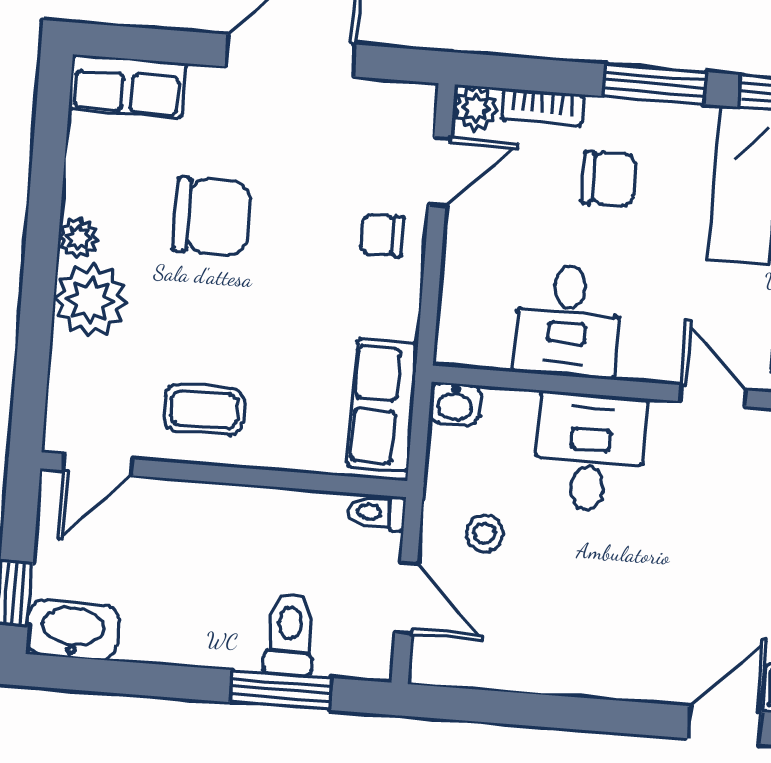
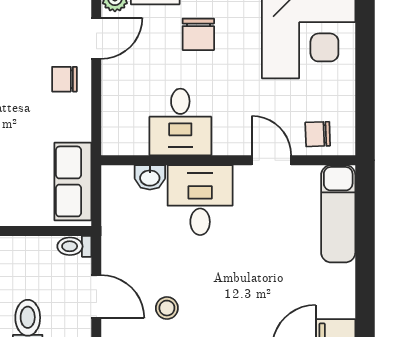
chair: (609, 179) -> (198, 34), turned 90
washbasin: (455, 404) -> (150, 177), moved
stool: (484, 533) -> (167, 308), moved

